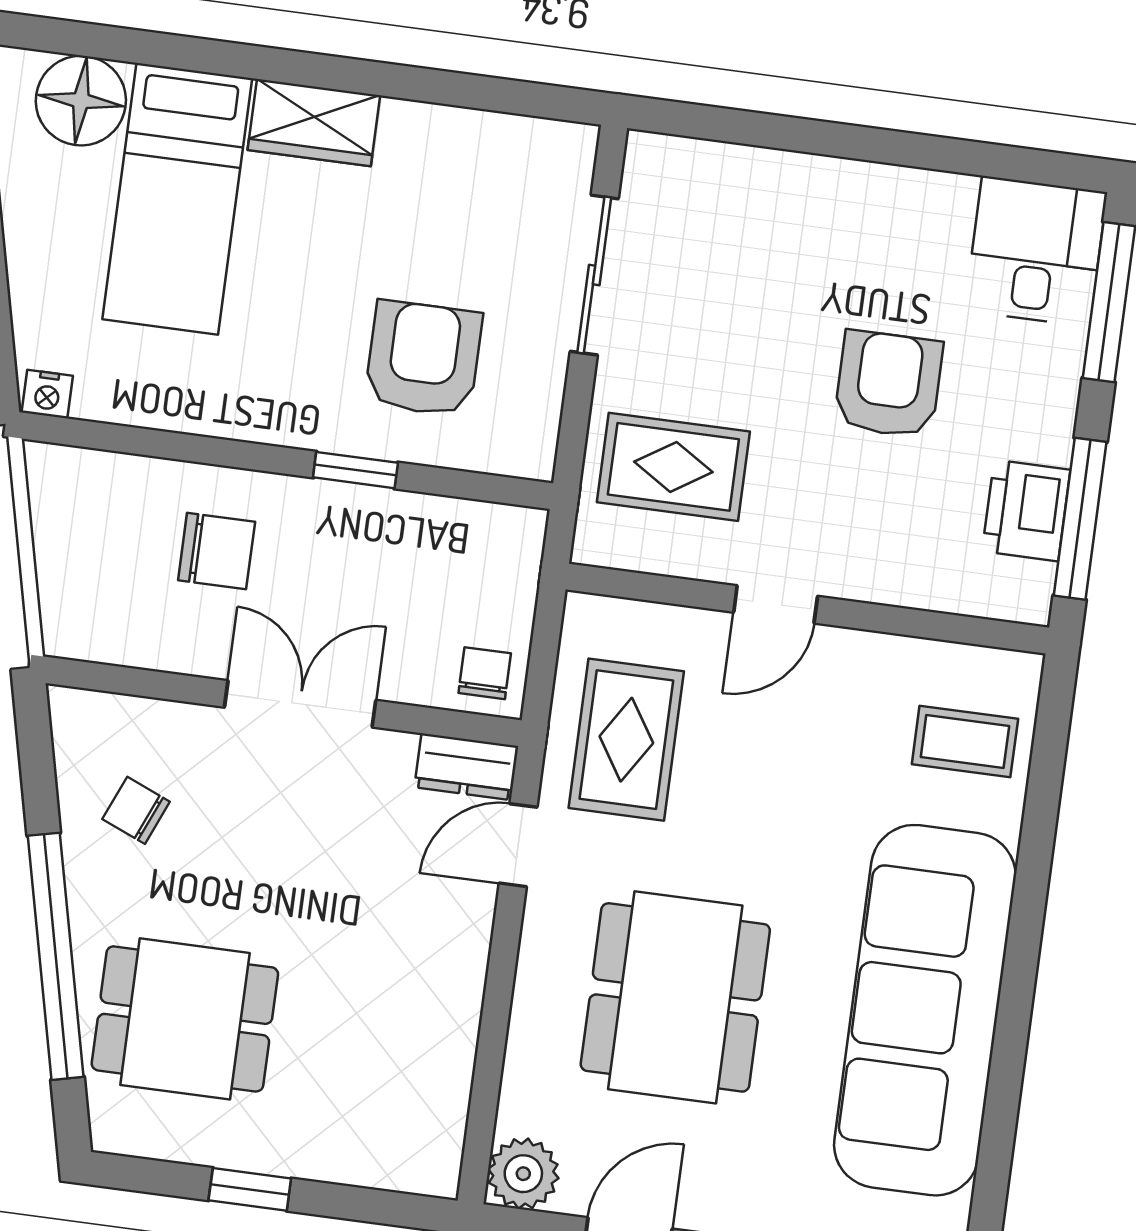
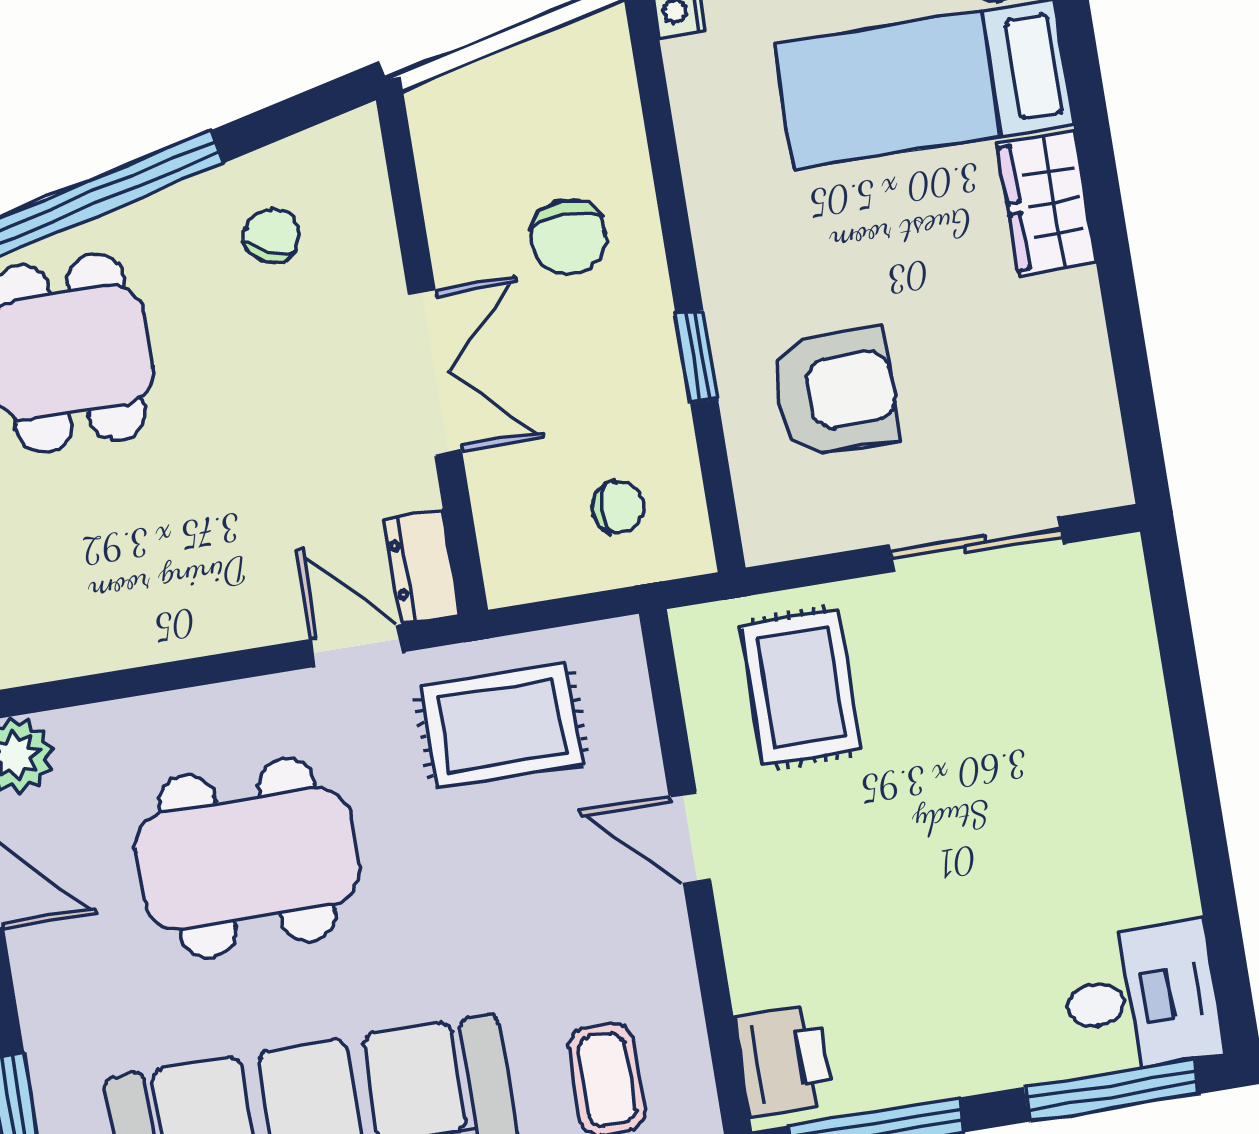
armchair: (888, 384) -> (956, 886), removed
printer: (1026, 511) -> (783, 1060), moved, turned 90
chair: (485, 673) -> (618, 507), moved

